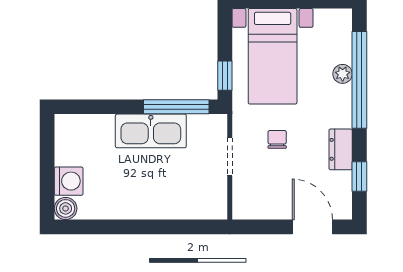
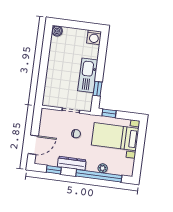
window: (176, 107) -> (97, 89), width x0.46
dresser: (341, 149) -> (72, 163), width x1.44
washing machine: (69, 181) -> (94, 37), moved

